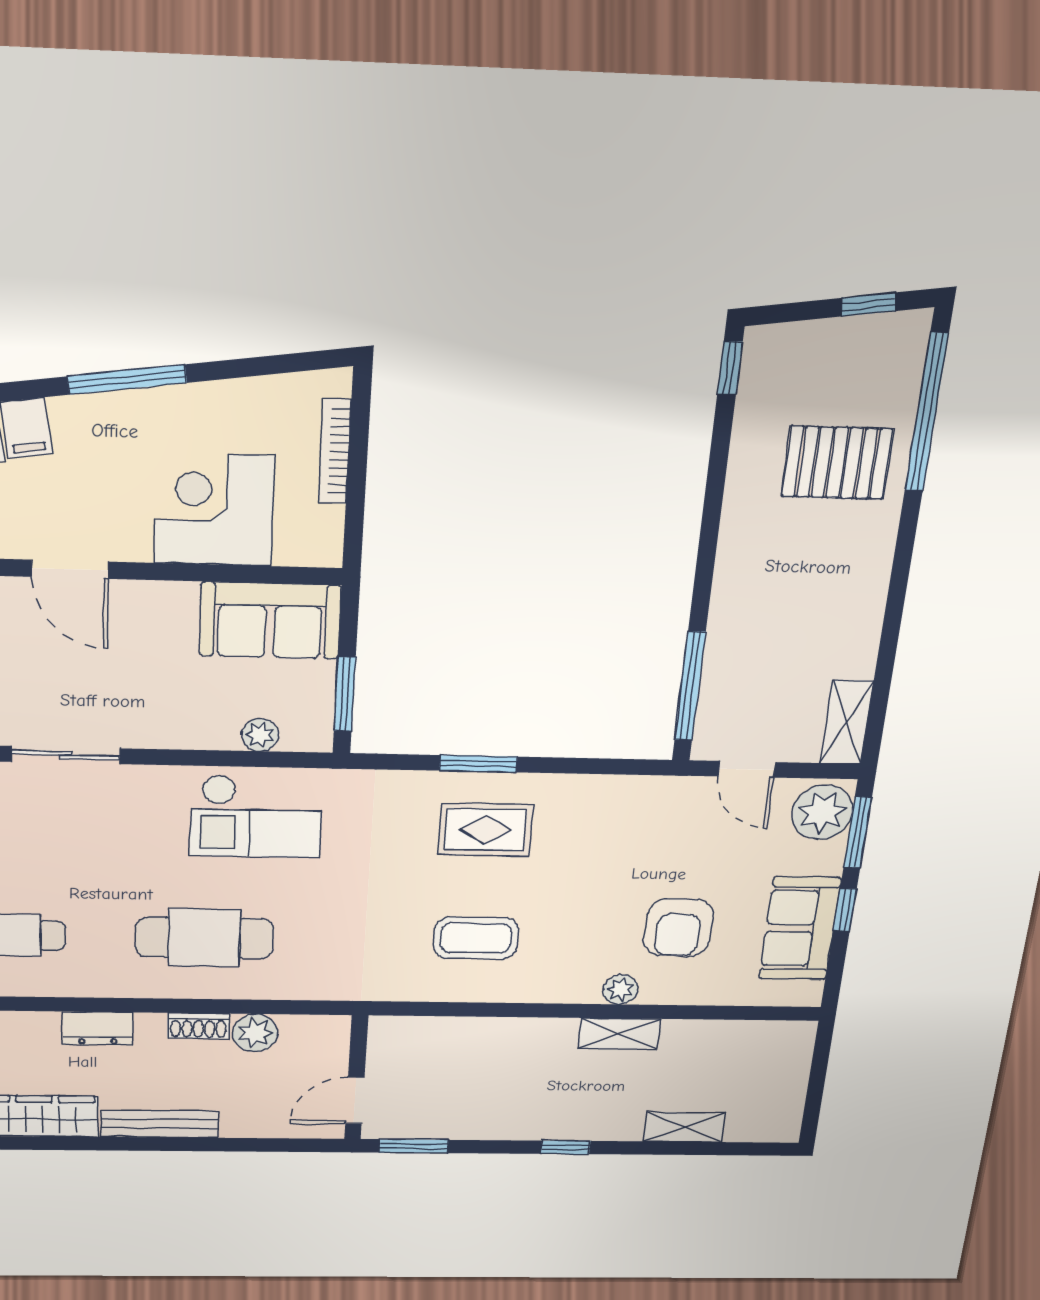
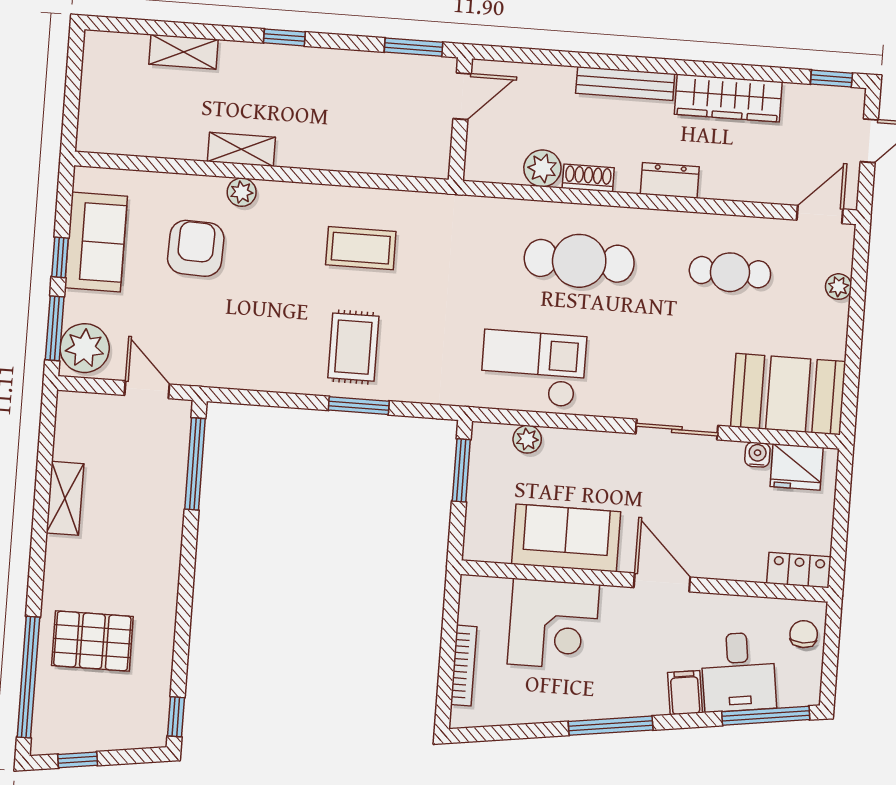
sofa: (270, 621) -> (566, 538), moved
shelving: (847, 722) -> (65, 498), moved
rug: (485, 830) -> (353, 347), turned 90

